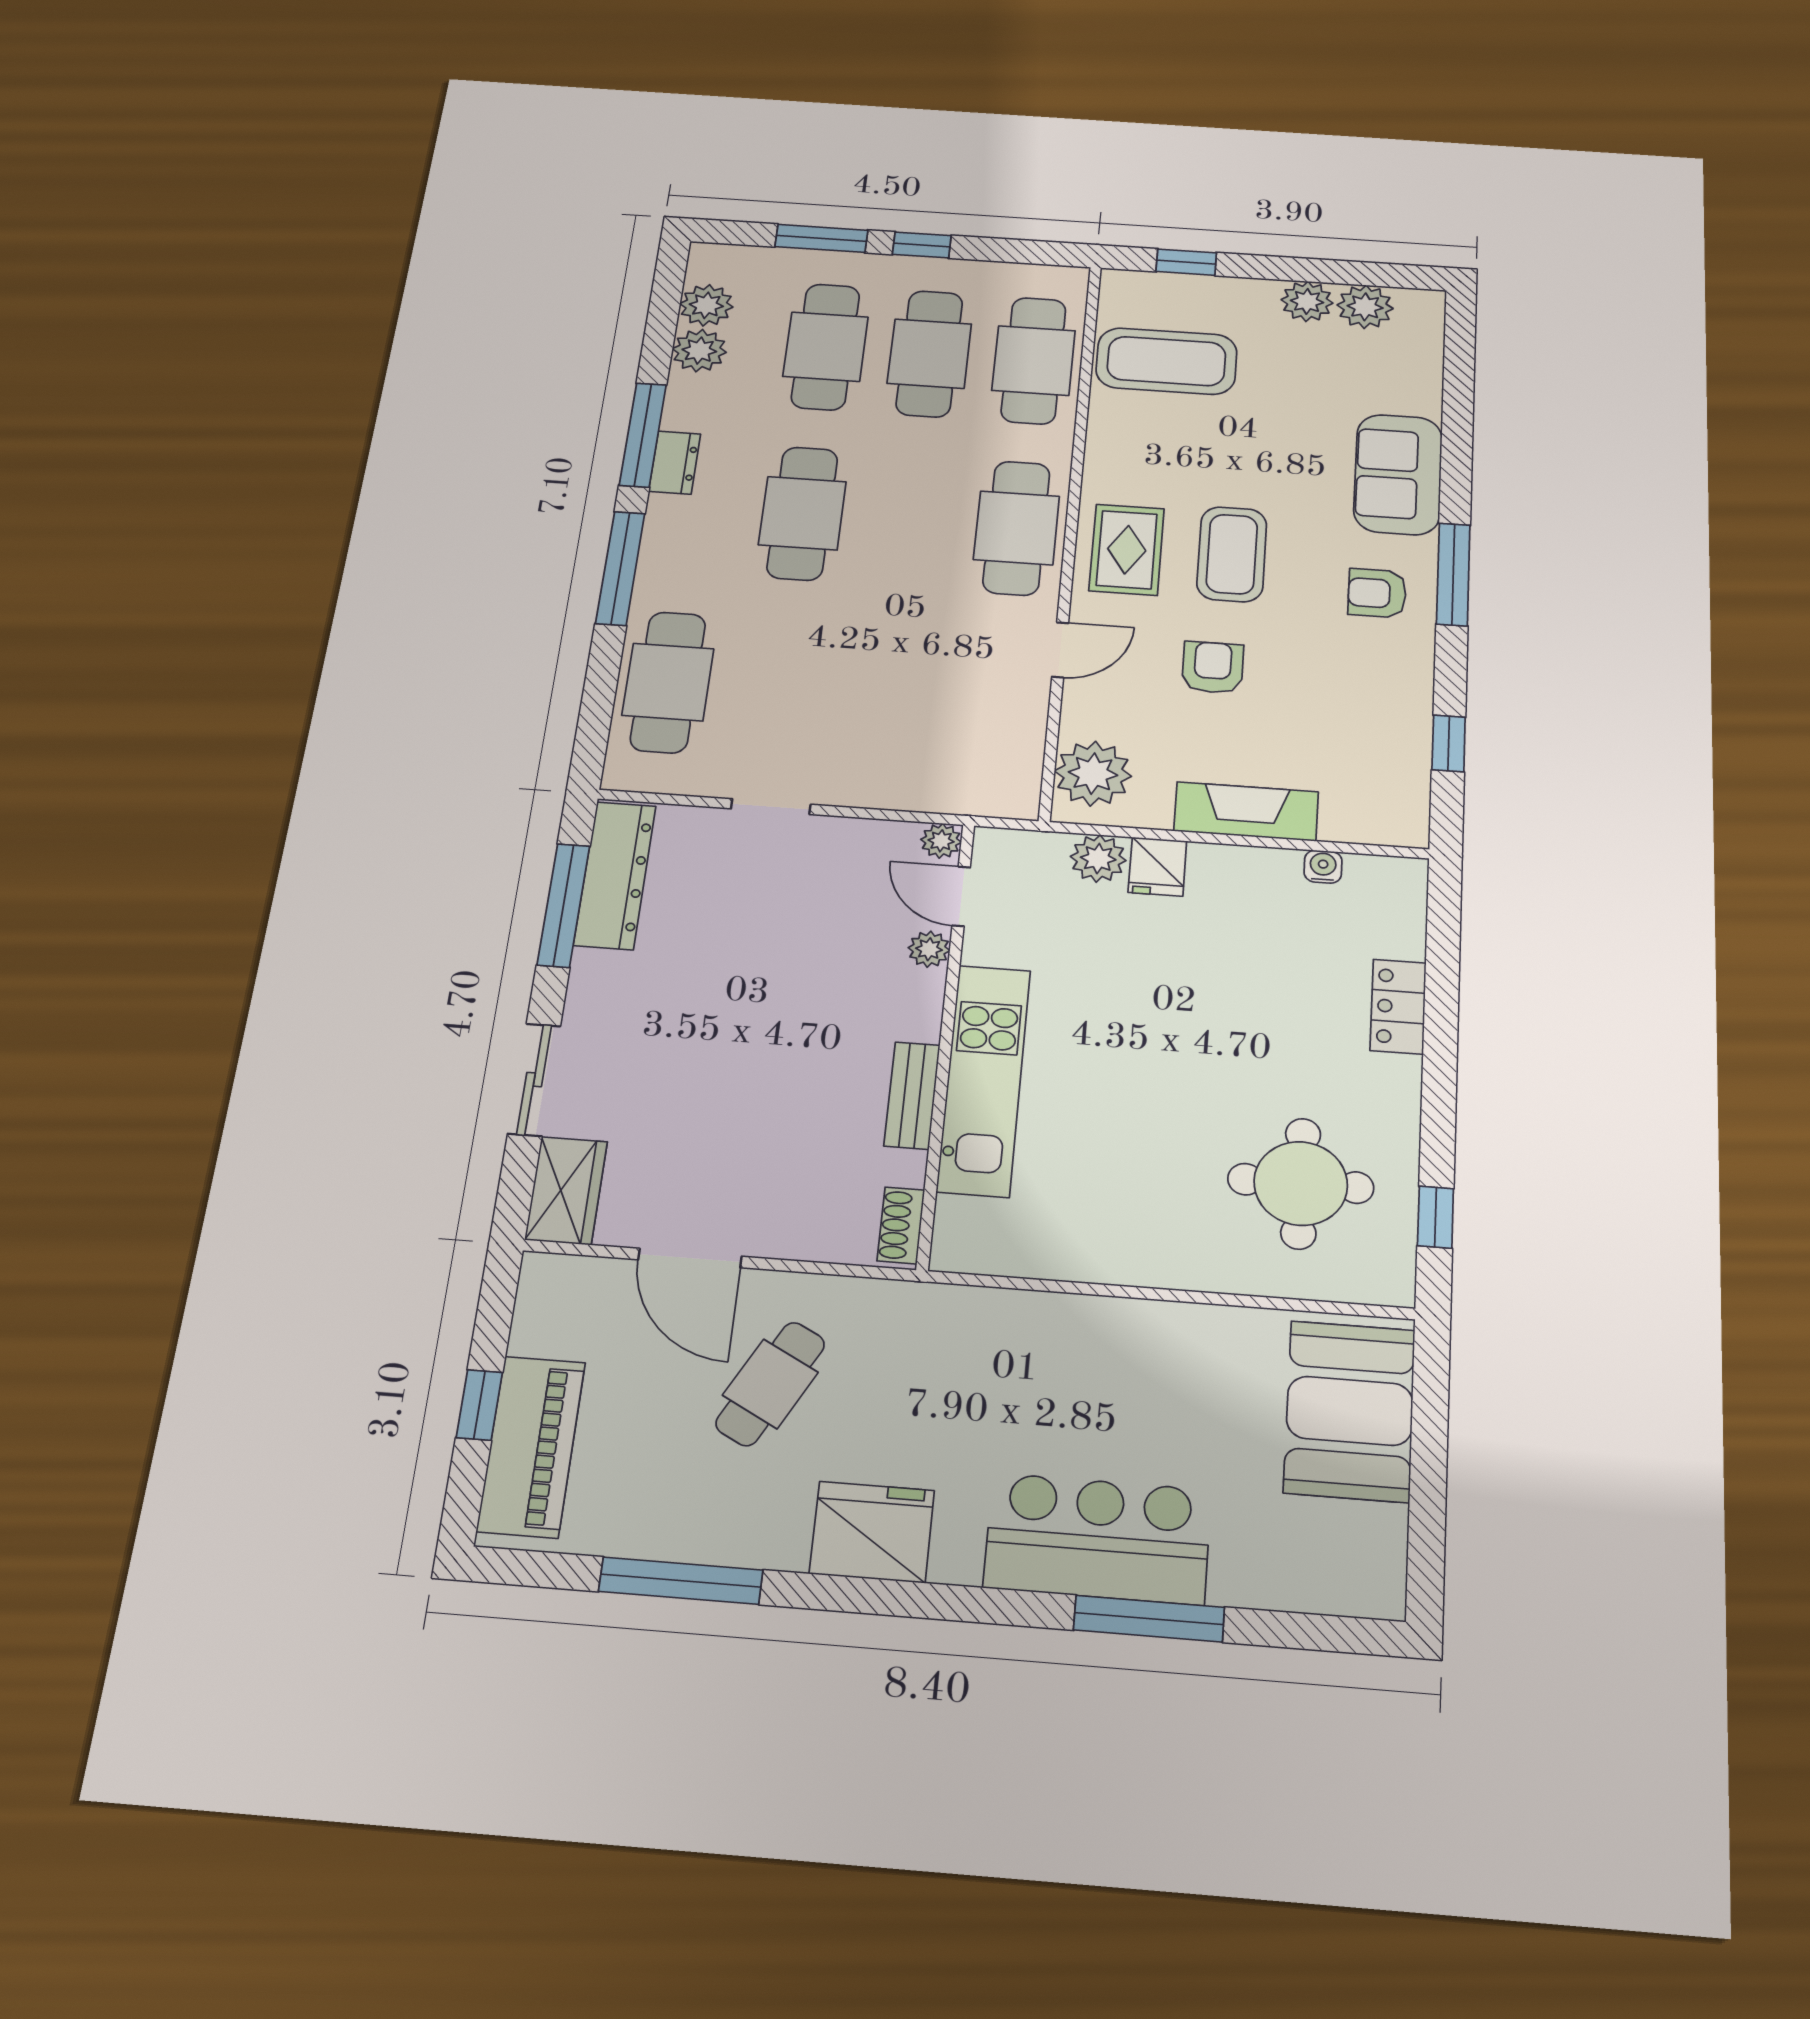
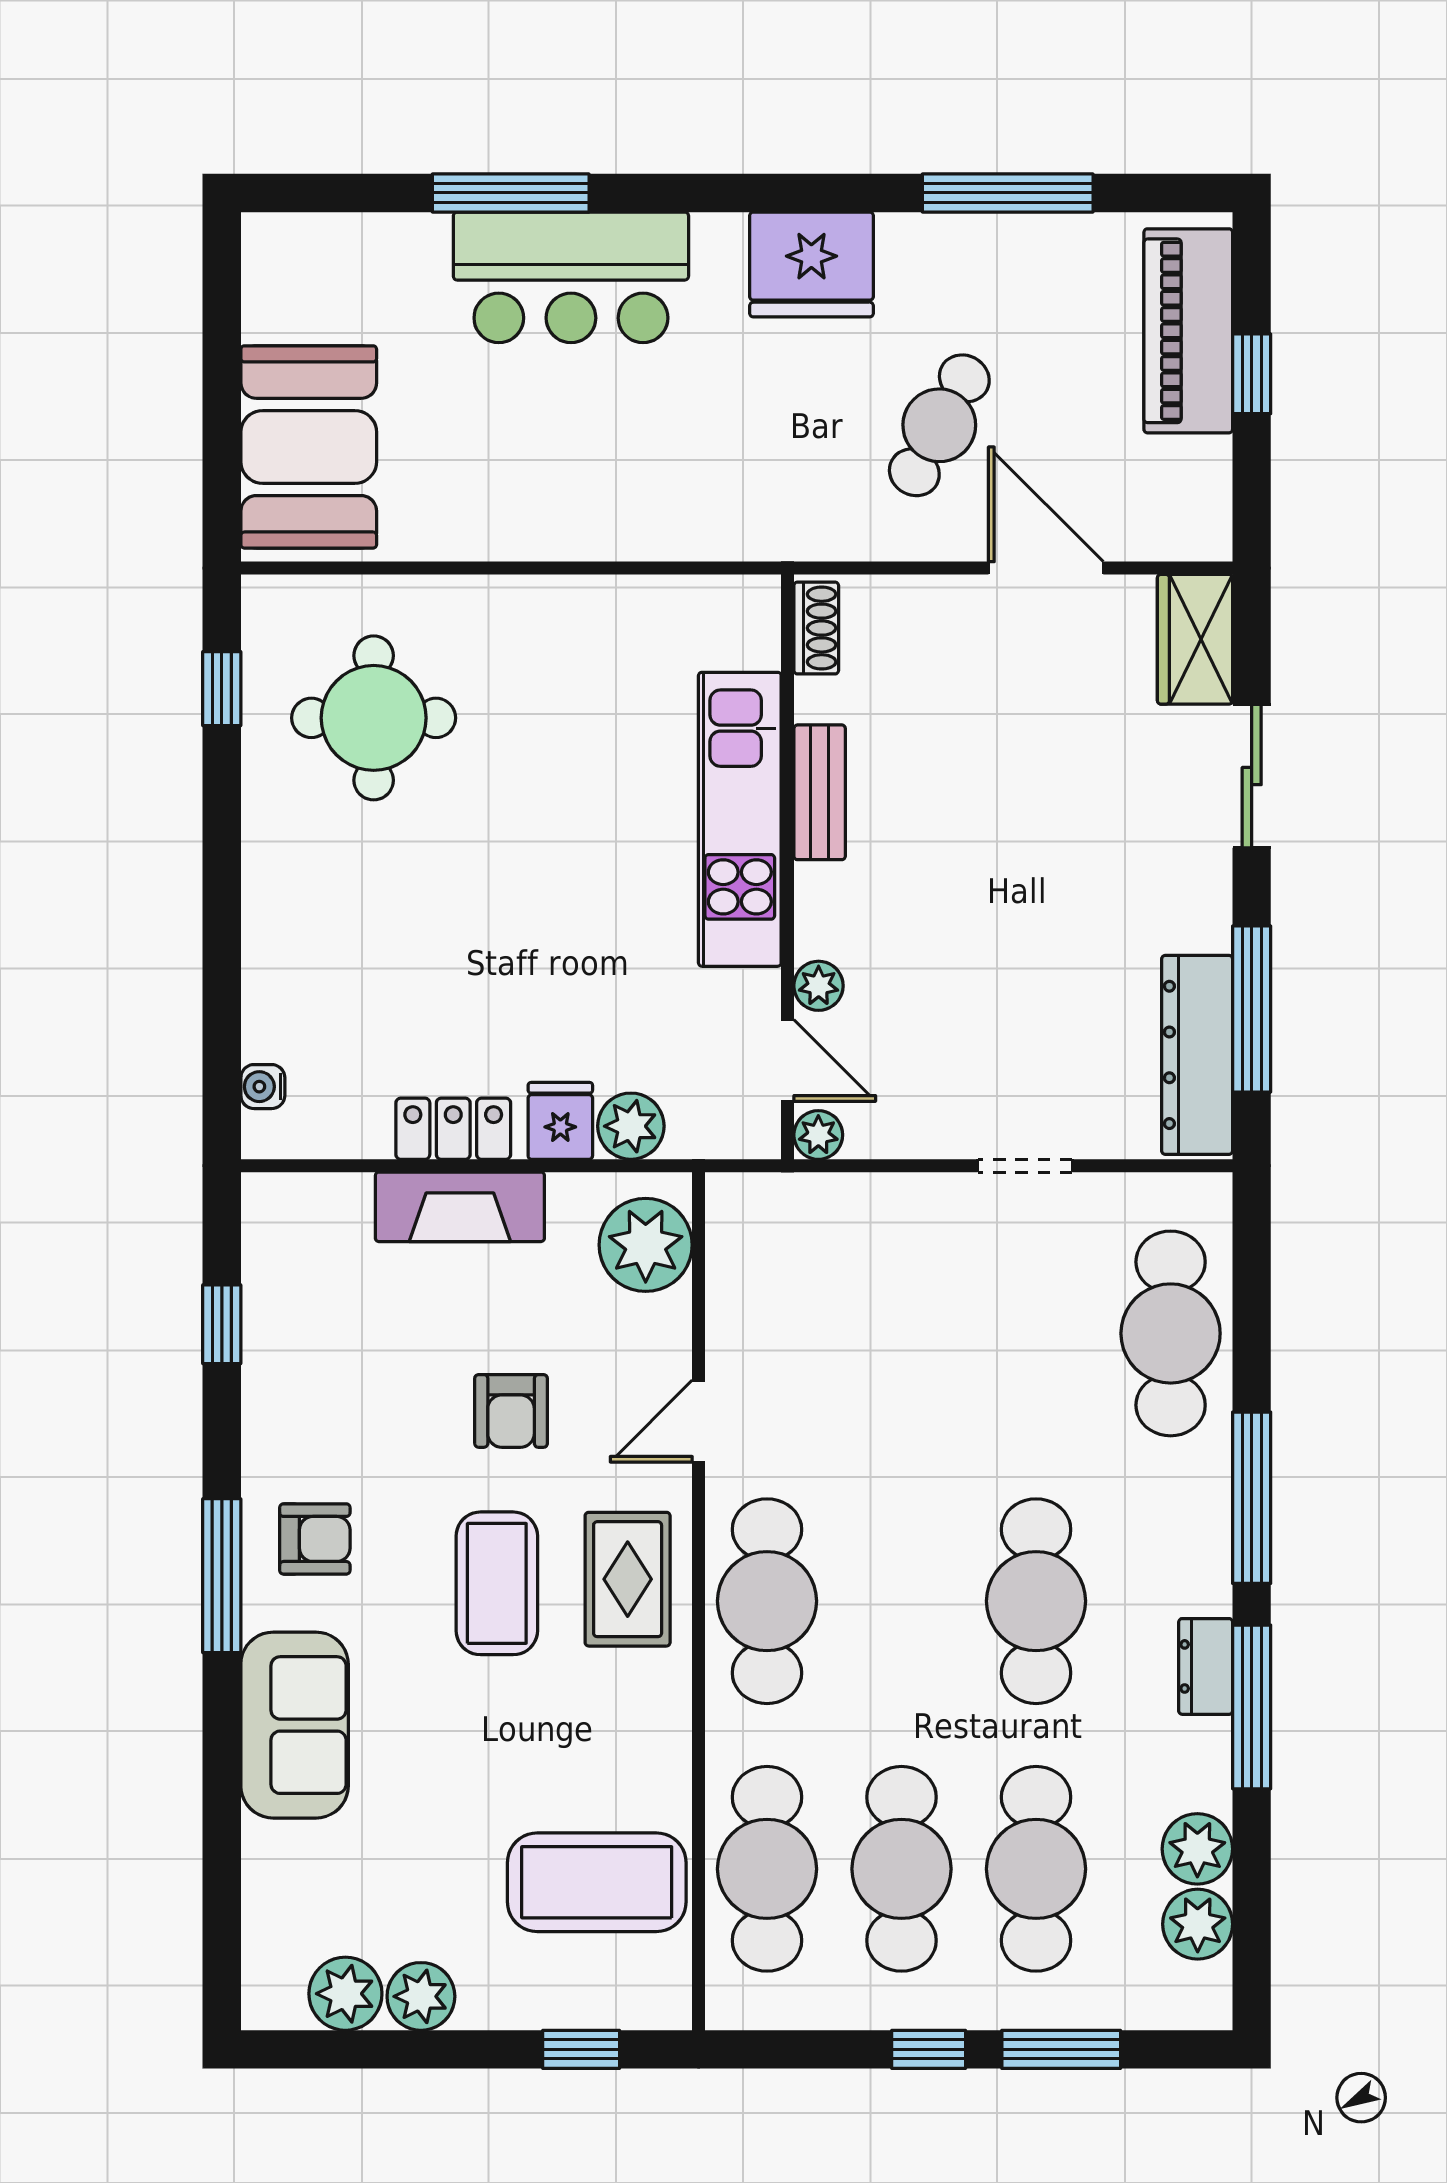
water cooler: (1323, 867) -> (263, 1087), moved, turned 90
locker: (1398, 1007) -> (453, 1129), moved, turned -90

